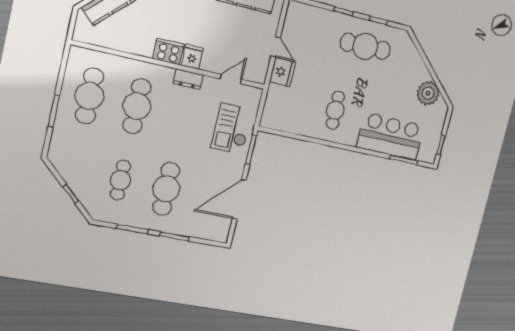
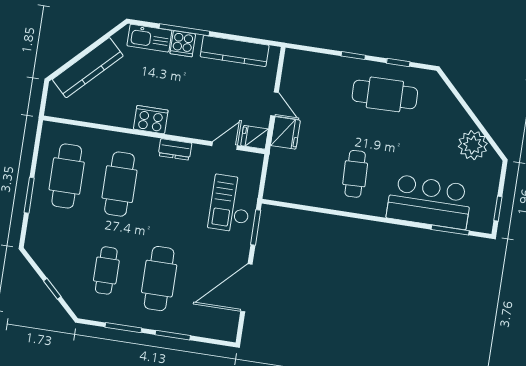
fridge: (192, 57) -> (254, 137), moved, turned -90

